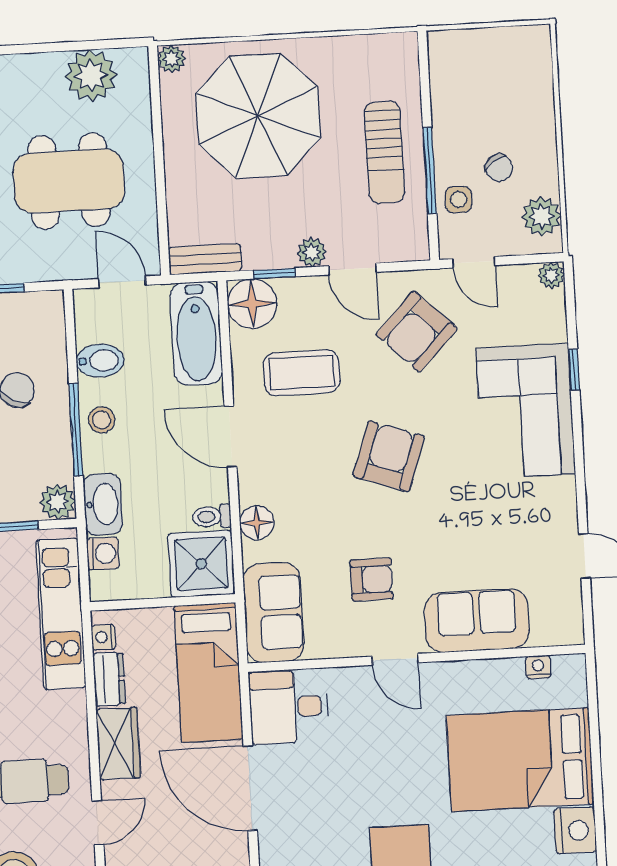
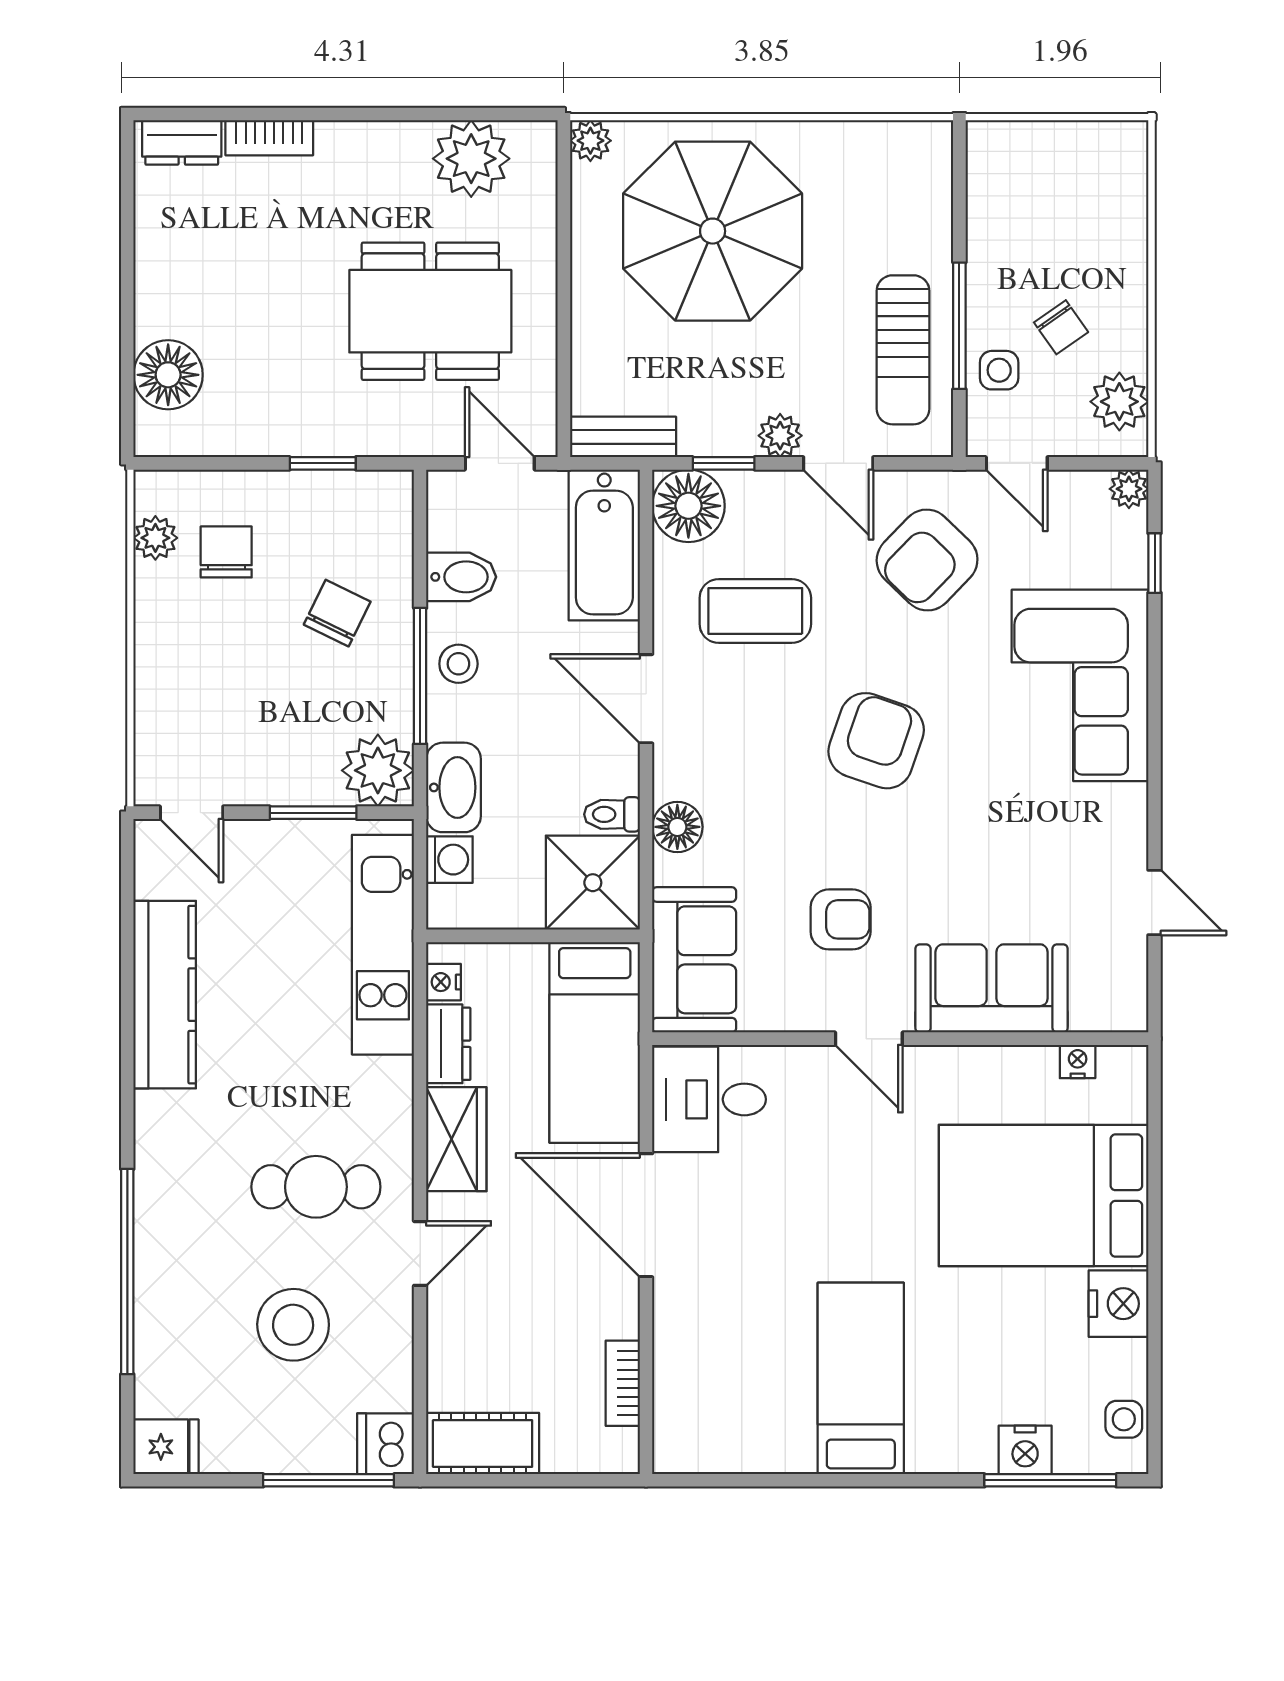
sun lounger: (384, 152) -> (903, 350), moved
window: (574, 370) -> (1155, 563), moved
plant: (58, 502) -> (378, 770), width x1.36, depth x1.36

